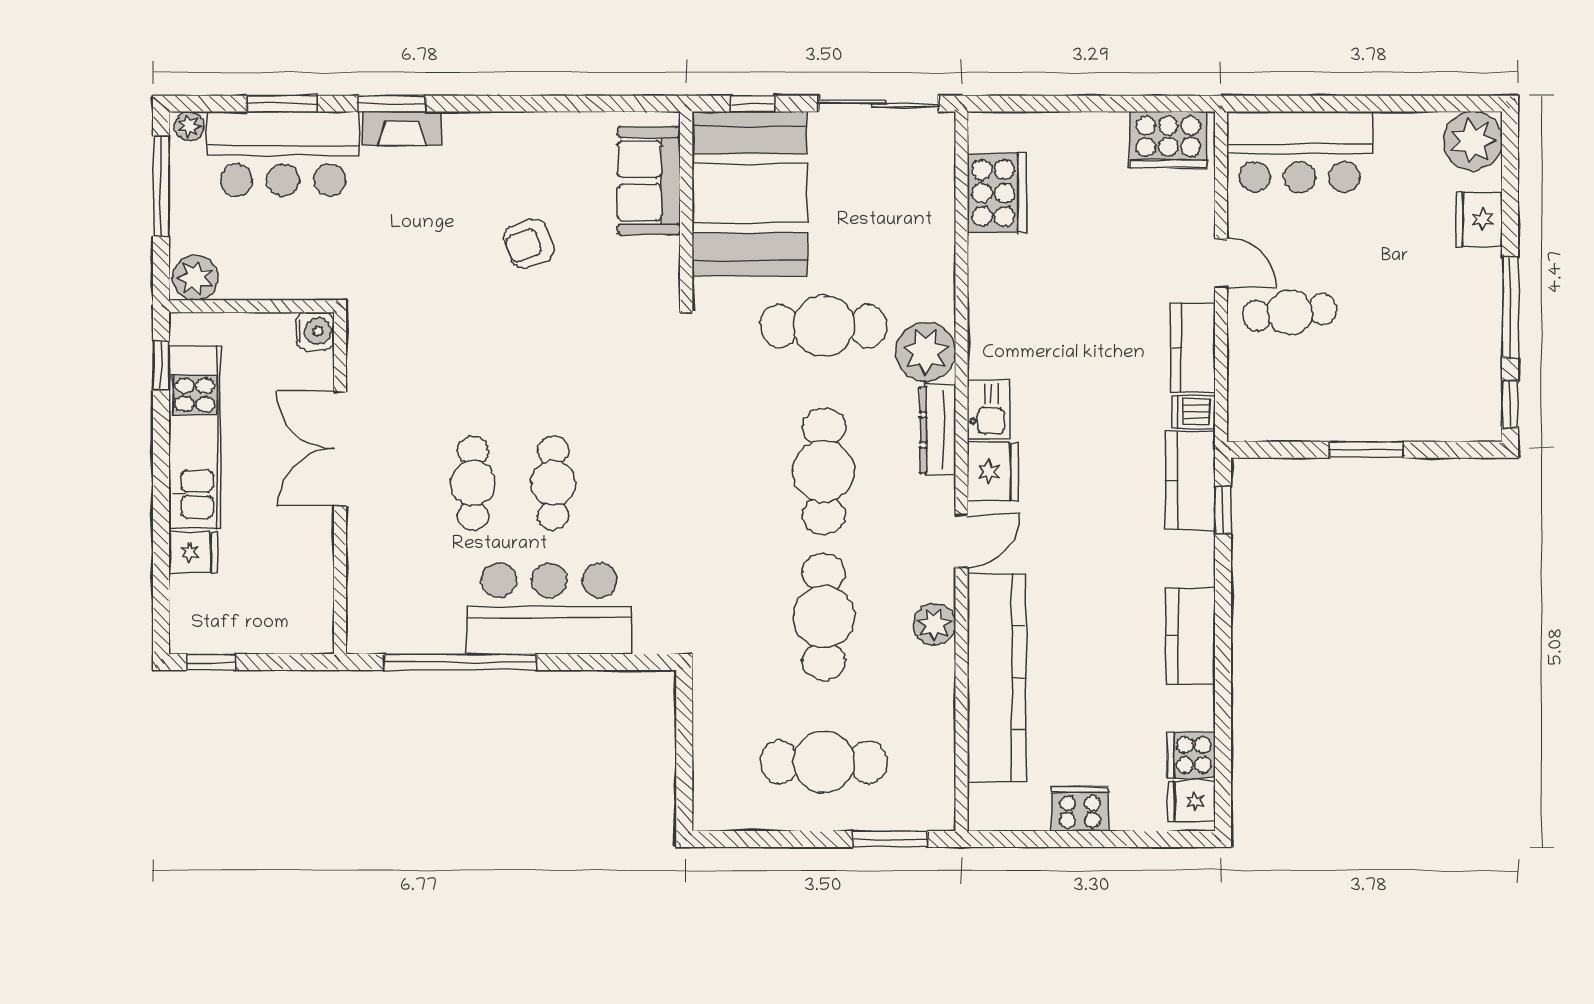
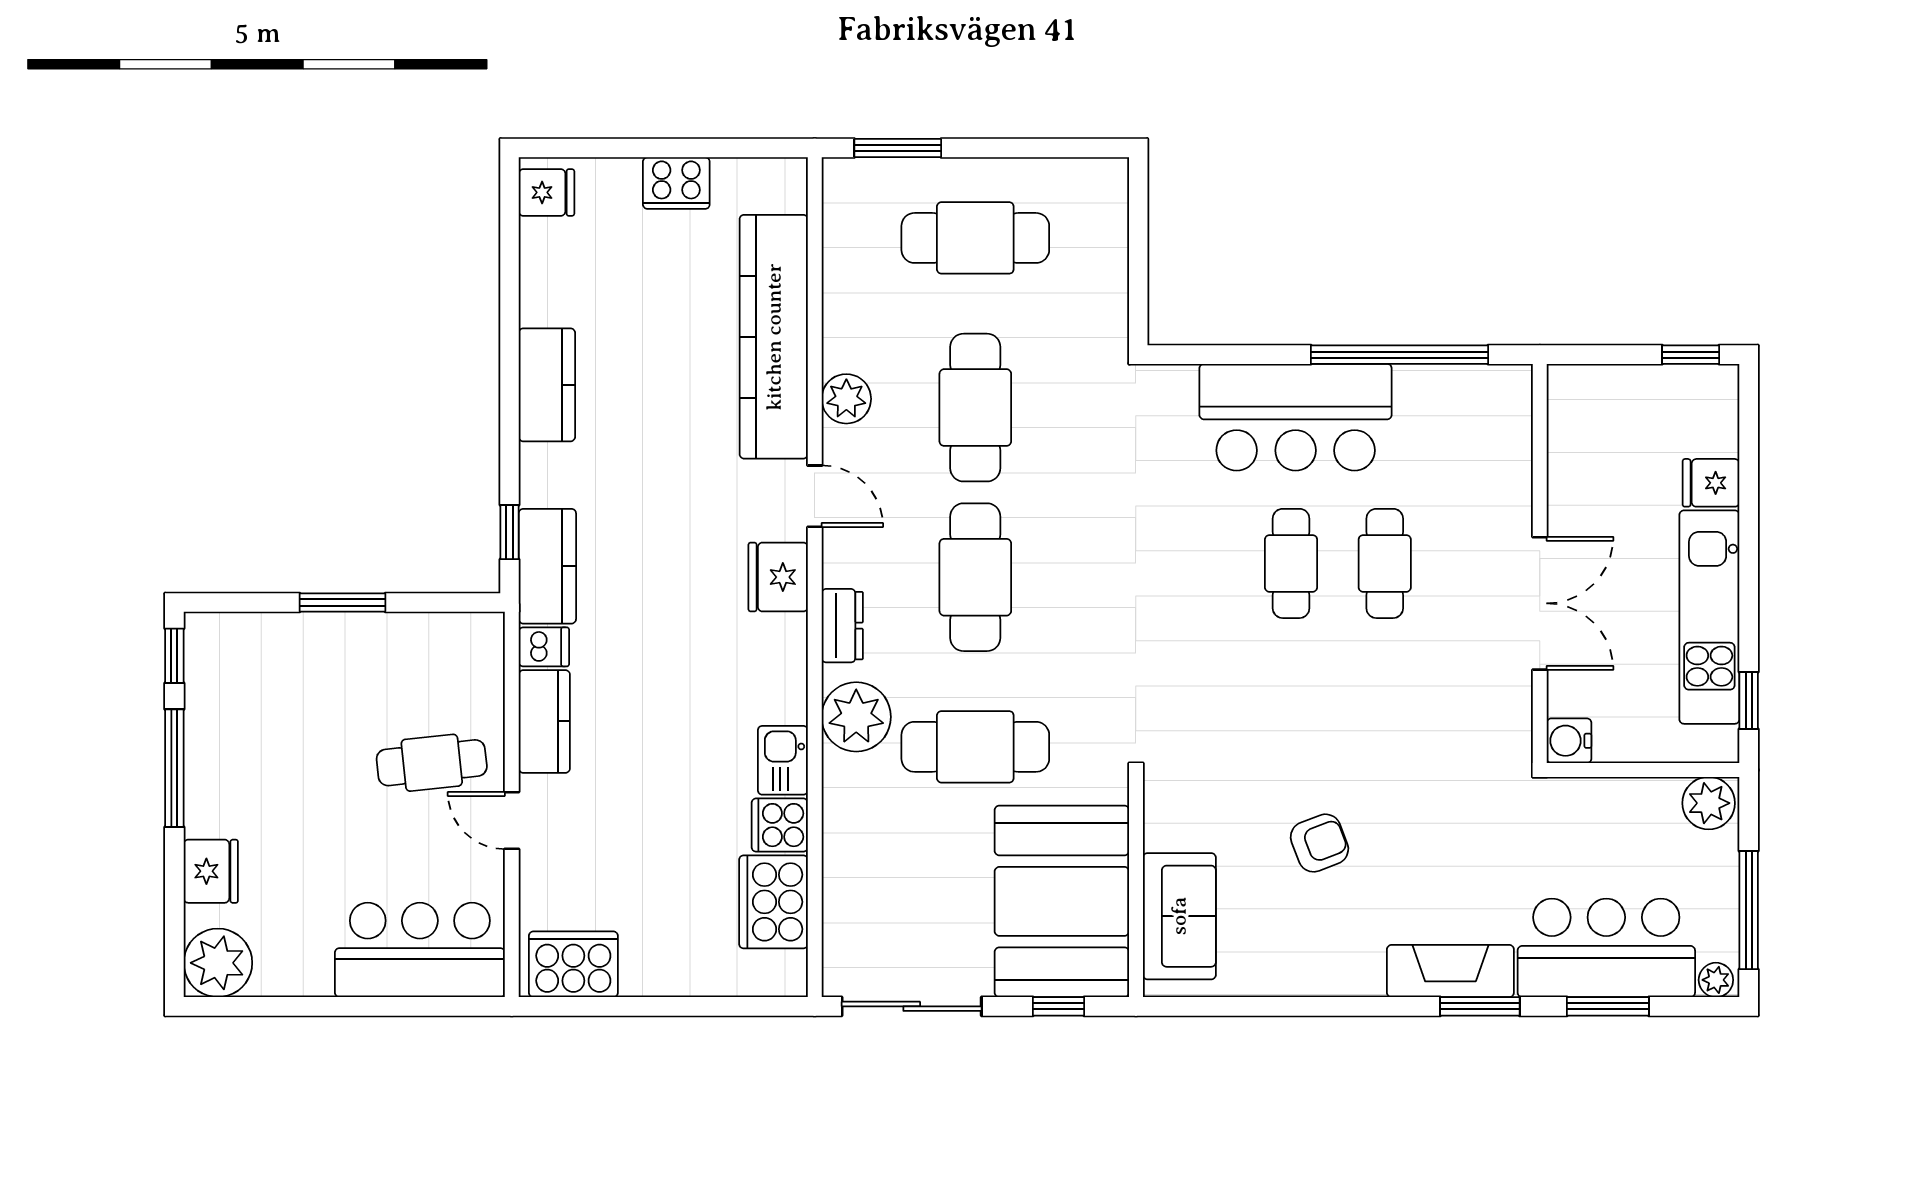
fireplace: (402, 128) -> (1450, 971), width x1.37, depth x1.32
kitchen sink: (989, 409) -> (783, 760), moved
dresser: (938, 430) -> (842, 626), width x0.70
door: (961, 541) -> (815, 496), swing flipped
cooker: (1191, 755) -> (780, 825), moved, turned 180

